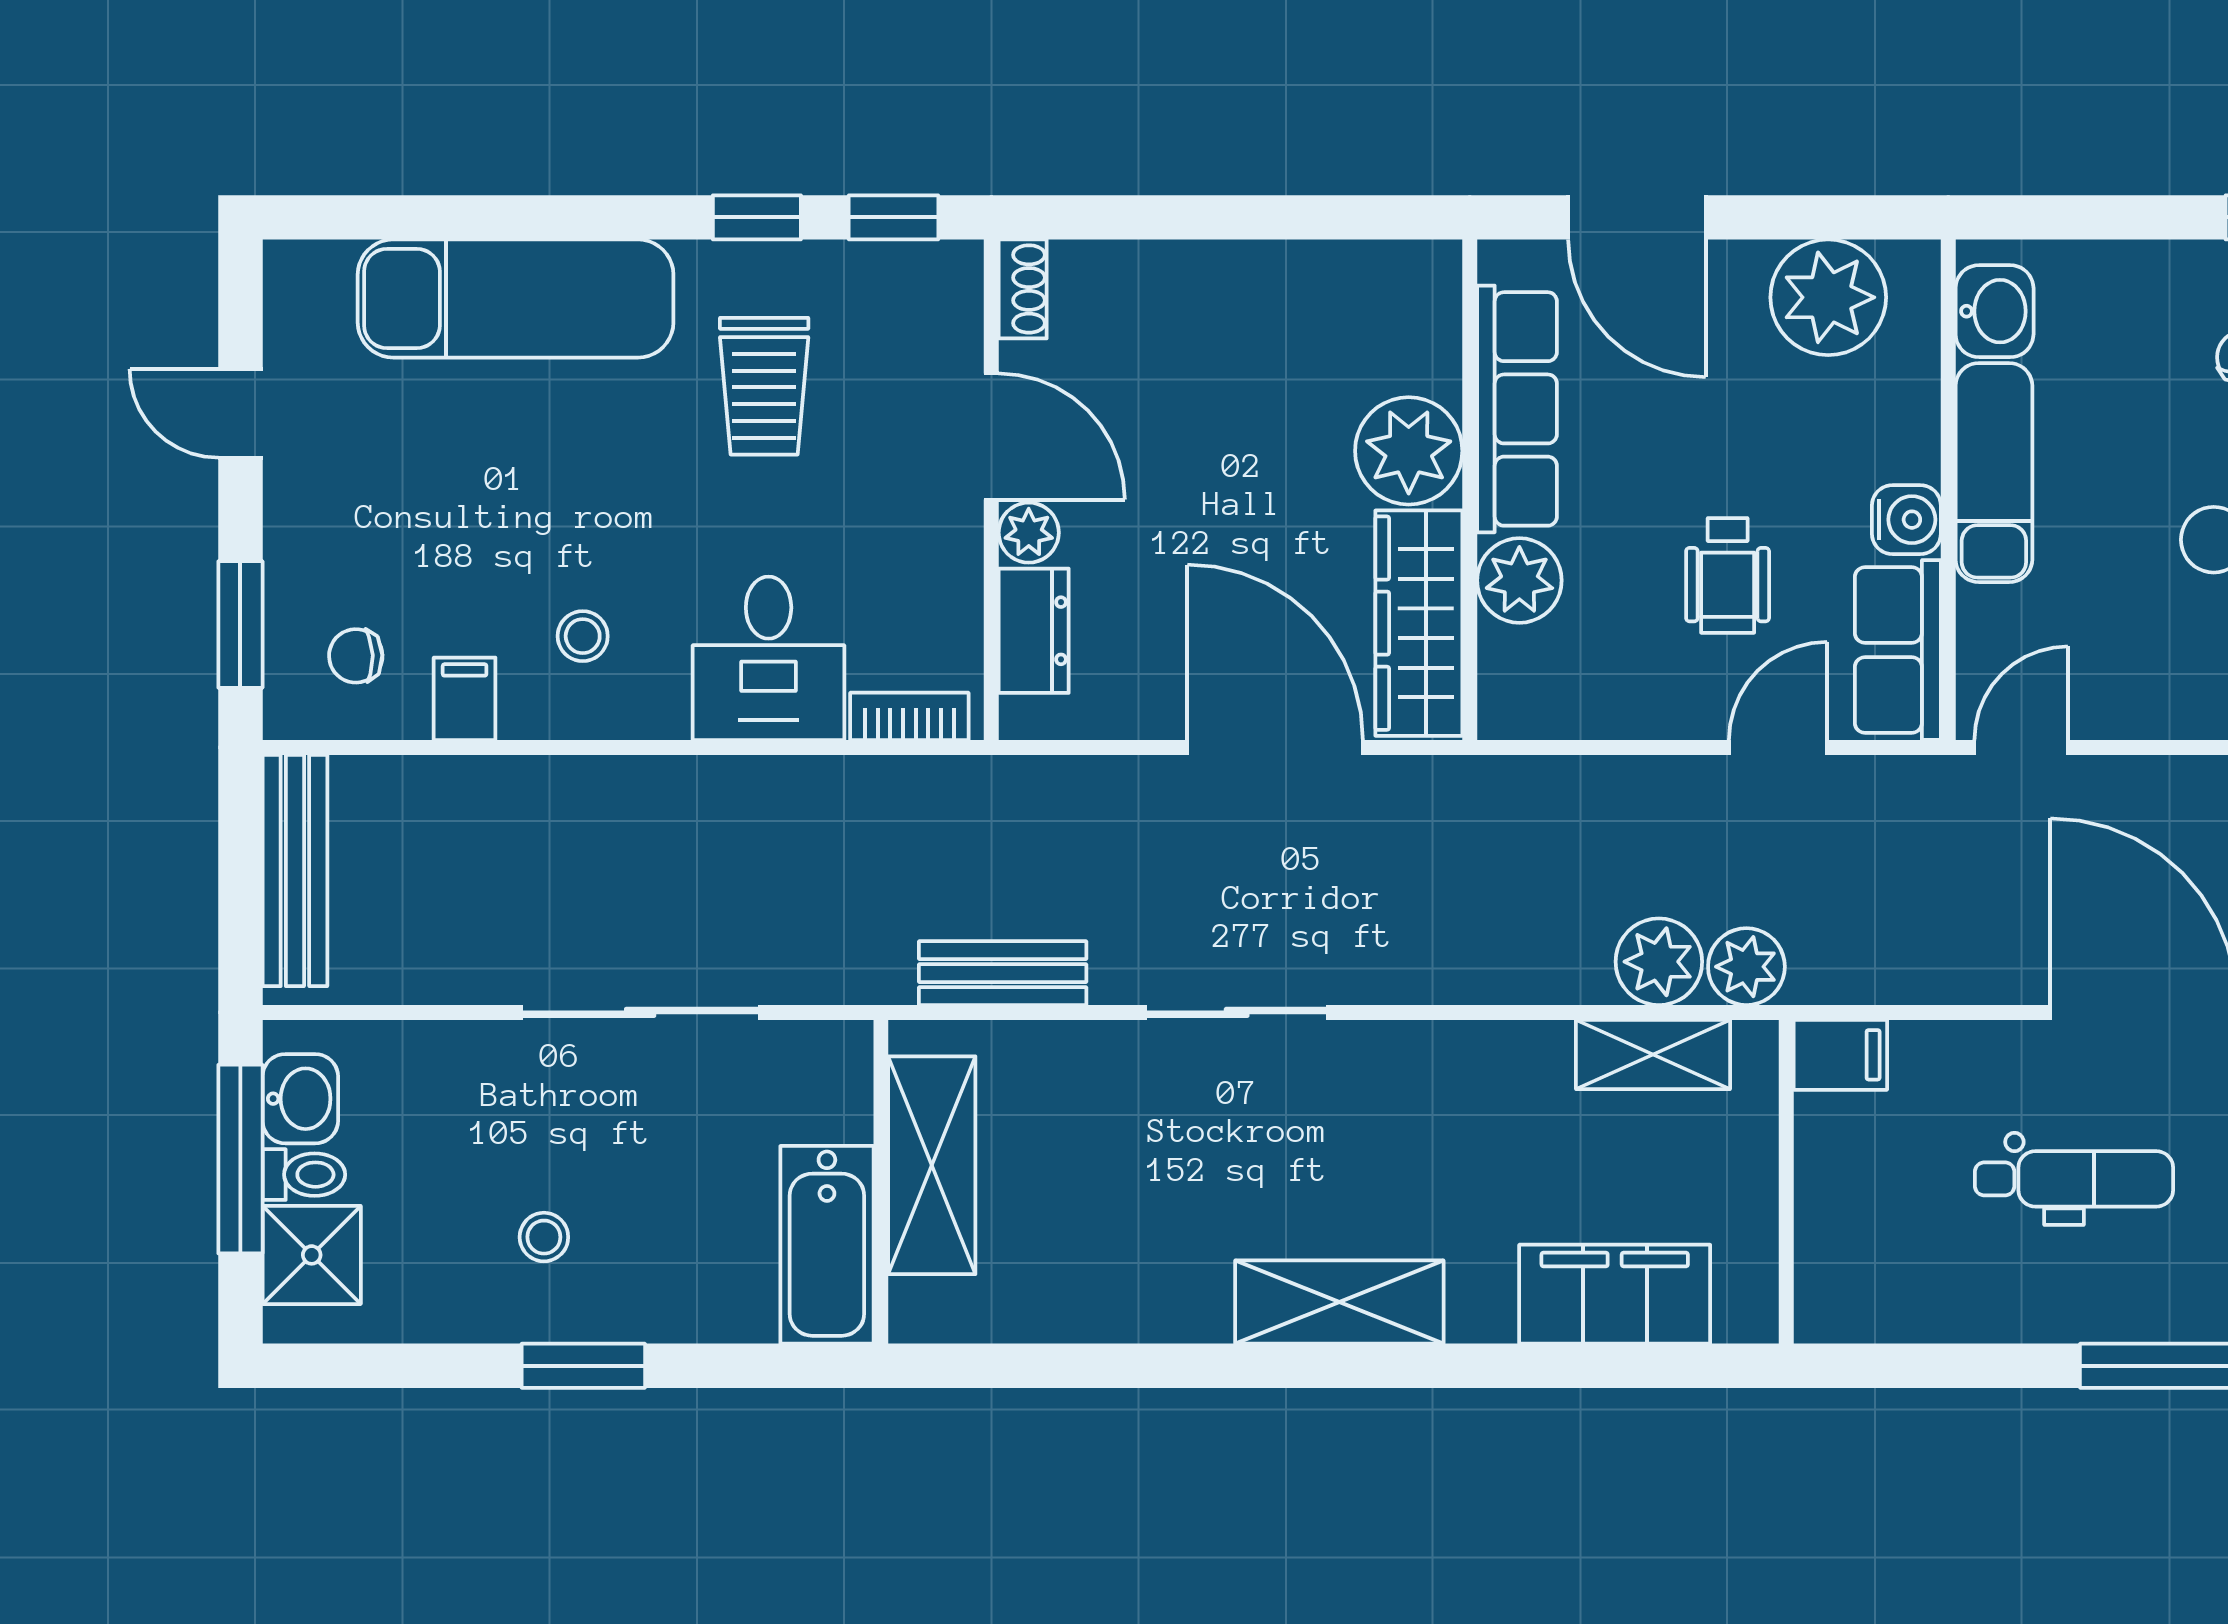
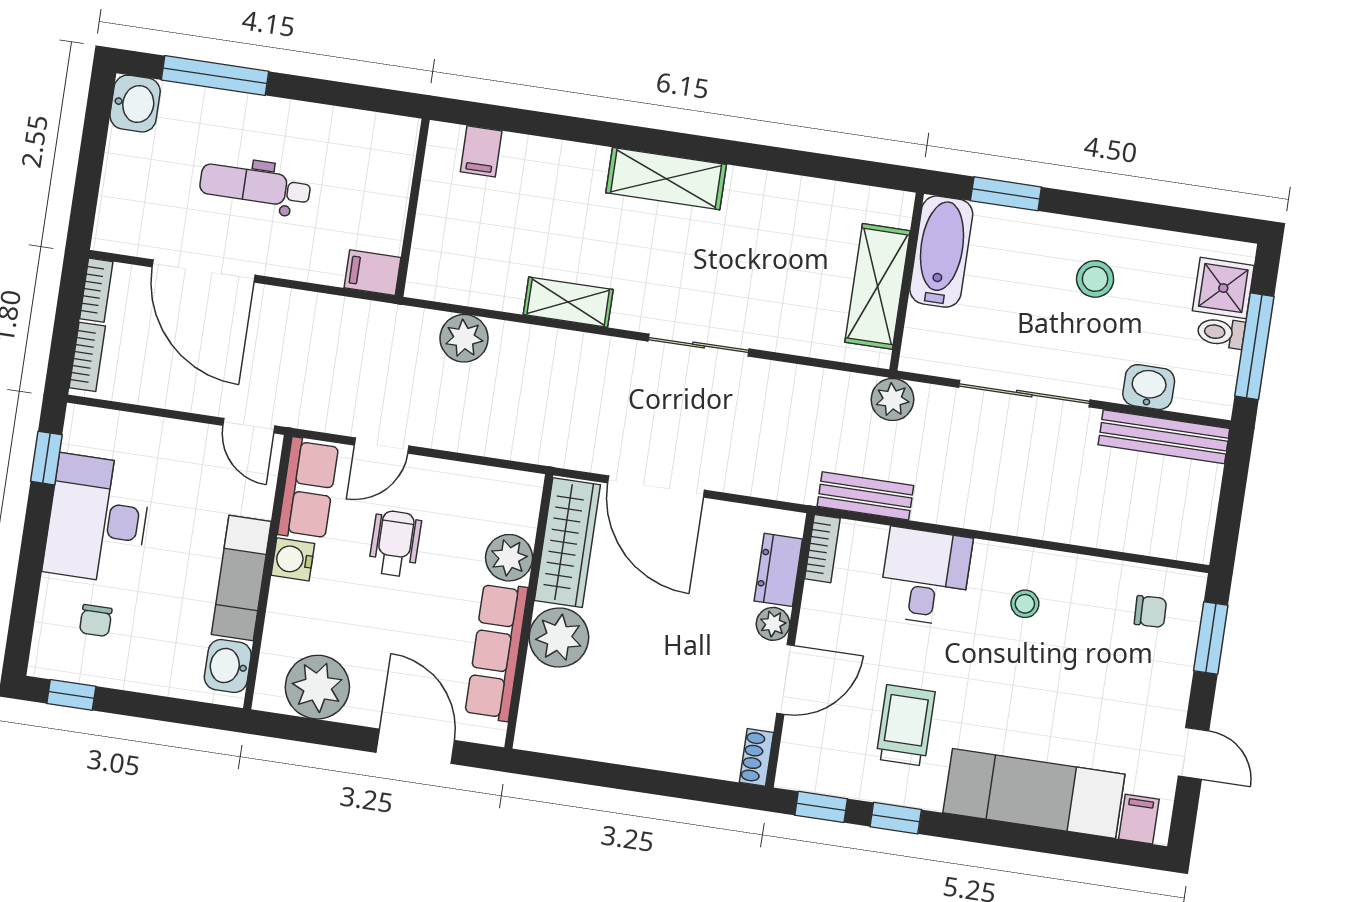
door: (991, 437) -> (786, 679), swing flipped
filing cabinet: (465, 699) -> (1139, 819), moved, turned 180
bookcase: (909, 716) -> (822, 549), moved, turned -90
door: (2021, 747) -> (249, 426), hinge flipped
bench: (295, 870) -> (1164, 437), moved, turned 90
plant: (1746, 967) -> (892, 400), moved
bench: (1003, 973) -> (865, 496), moved
shelving: (1653, 1054) -> (568, 302), moved
washbasin: (300, 1099) -> (1149, 387), moved, turned 90
stool: (544, 1237) -> (1095, 279), width x1.37, depth x1.37
filing cabinet: (1615, 1294) -> (481, 151), width x0.33, depth x0.86
window: (583, 1366) -> (1006, 194), moved

